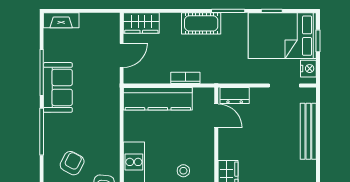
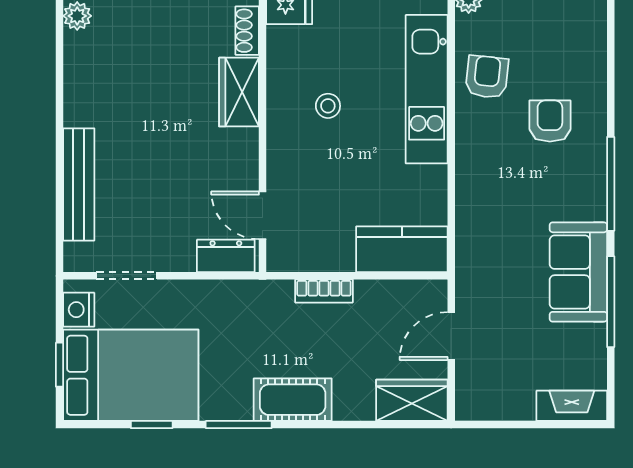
kitchen counter: (158, 99) -> (402, 249), width x0.67
armchair: (72, 163) -> (550, 121), turned 152

